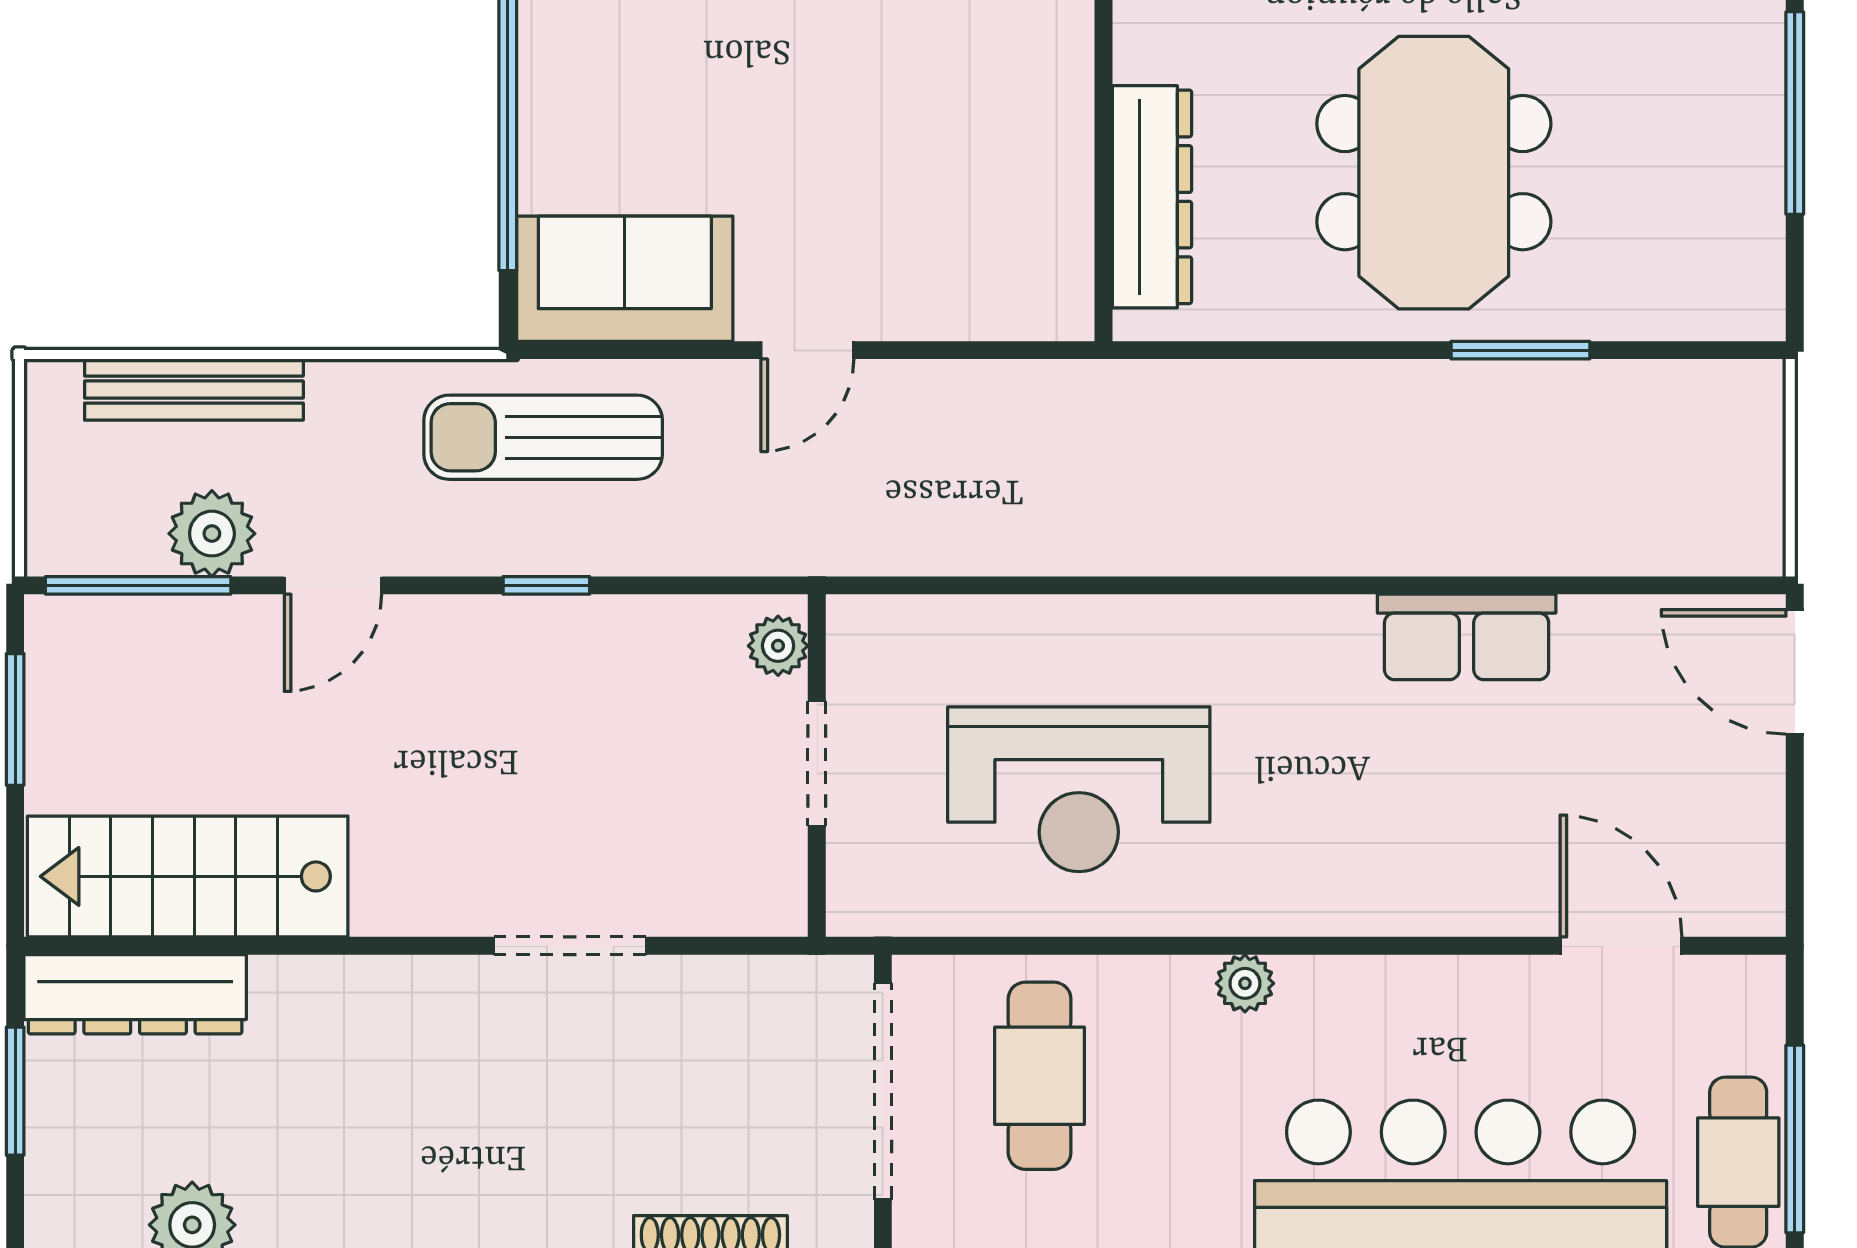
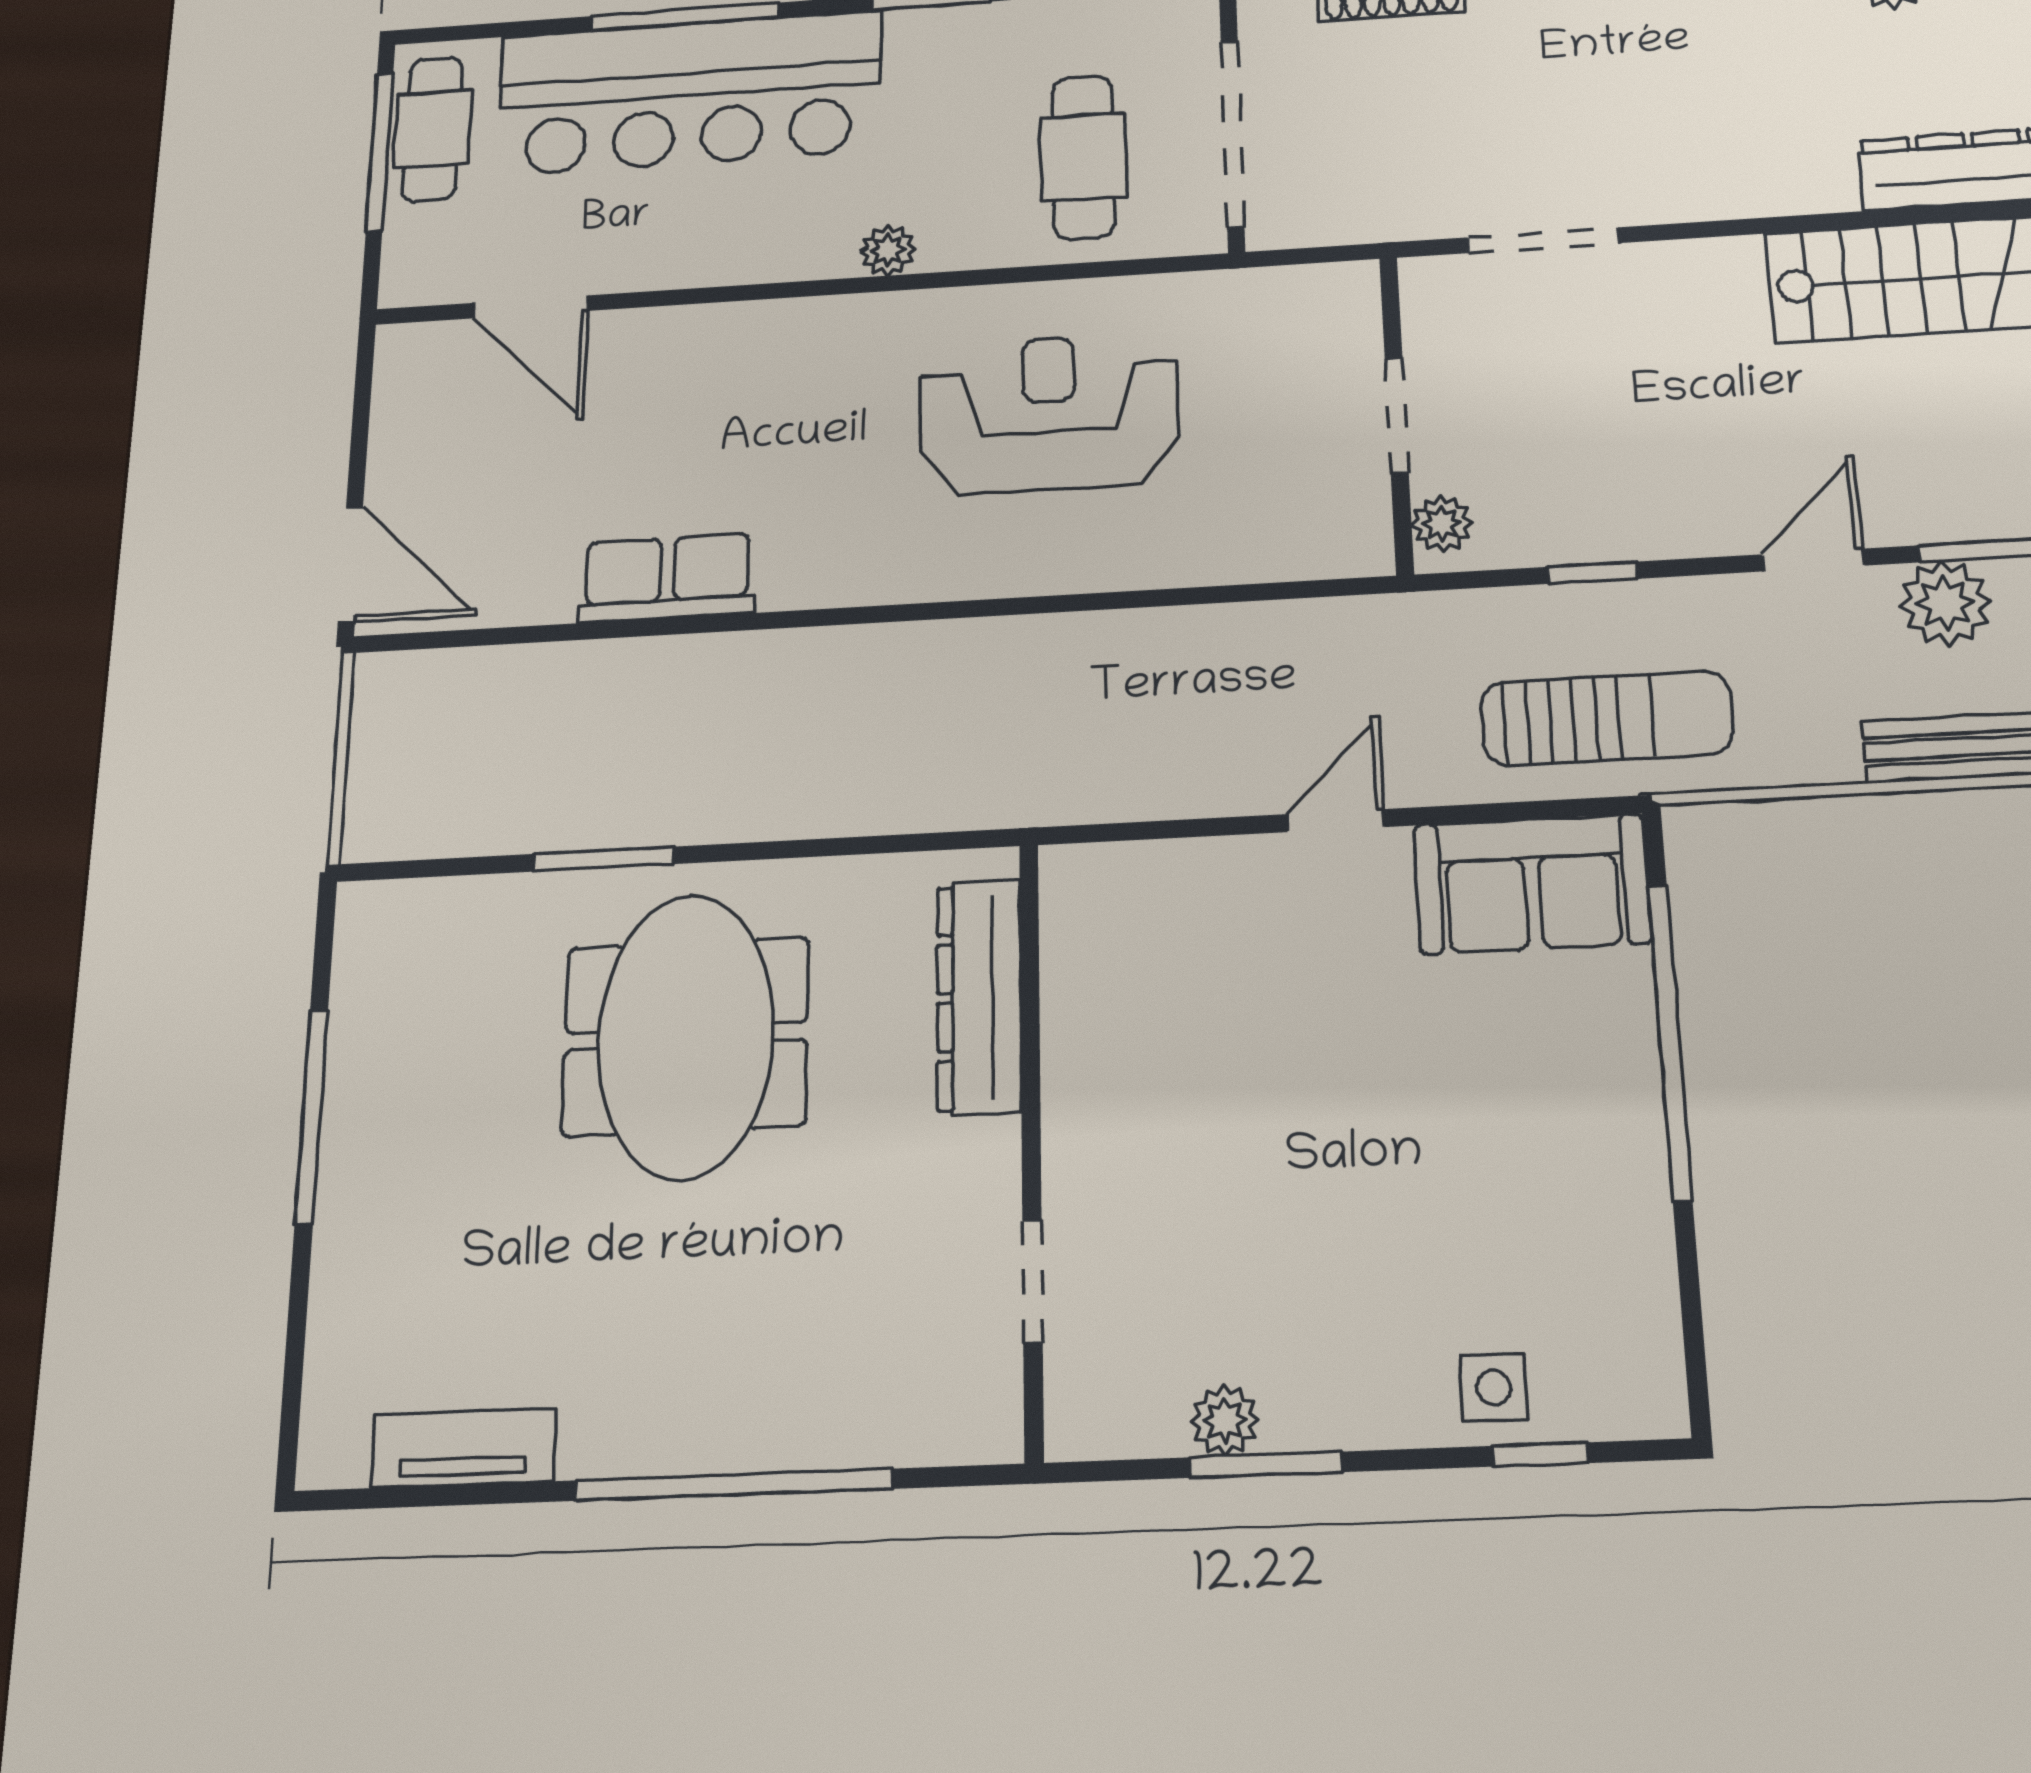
plant: (778, 646) -> (1442, 524), moved
doorway: (817, 763) -> (1397, 416), moved
wall: (817, 766) -> (1397, 414), moved

